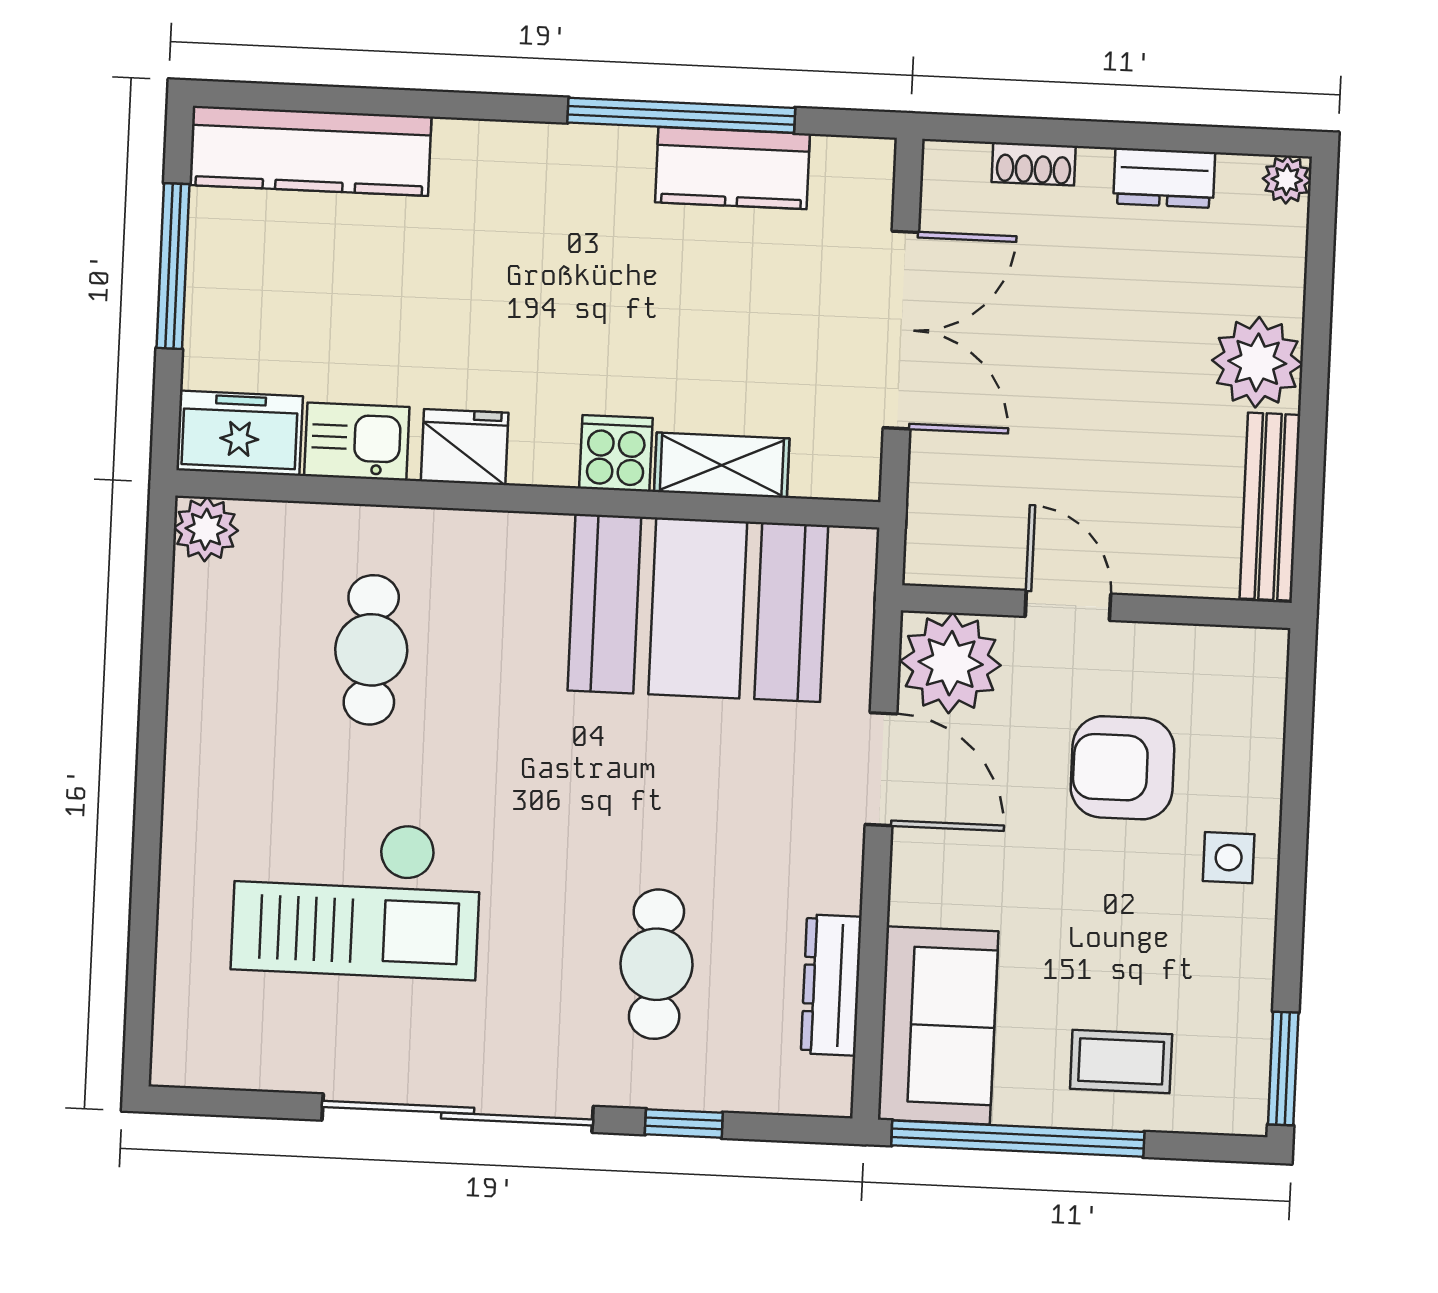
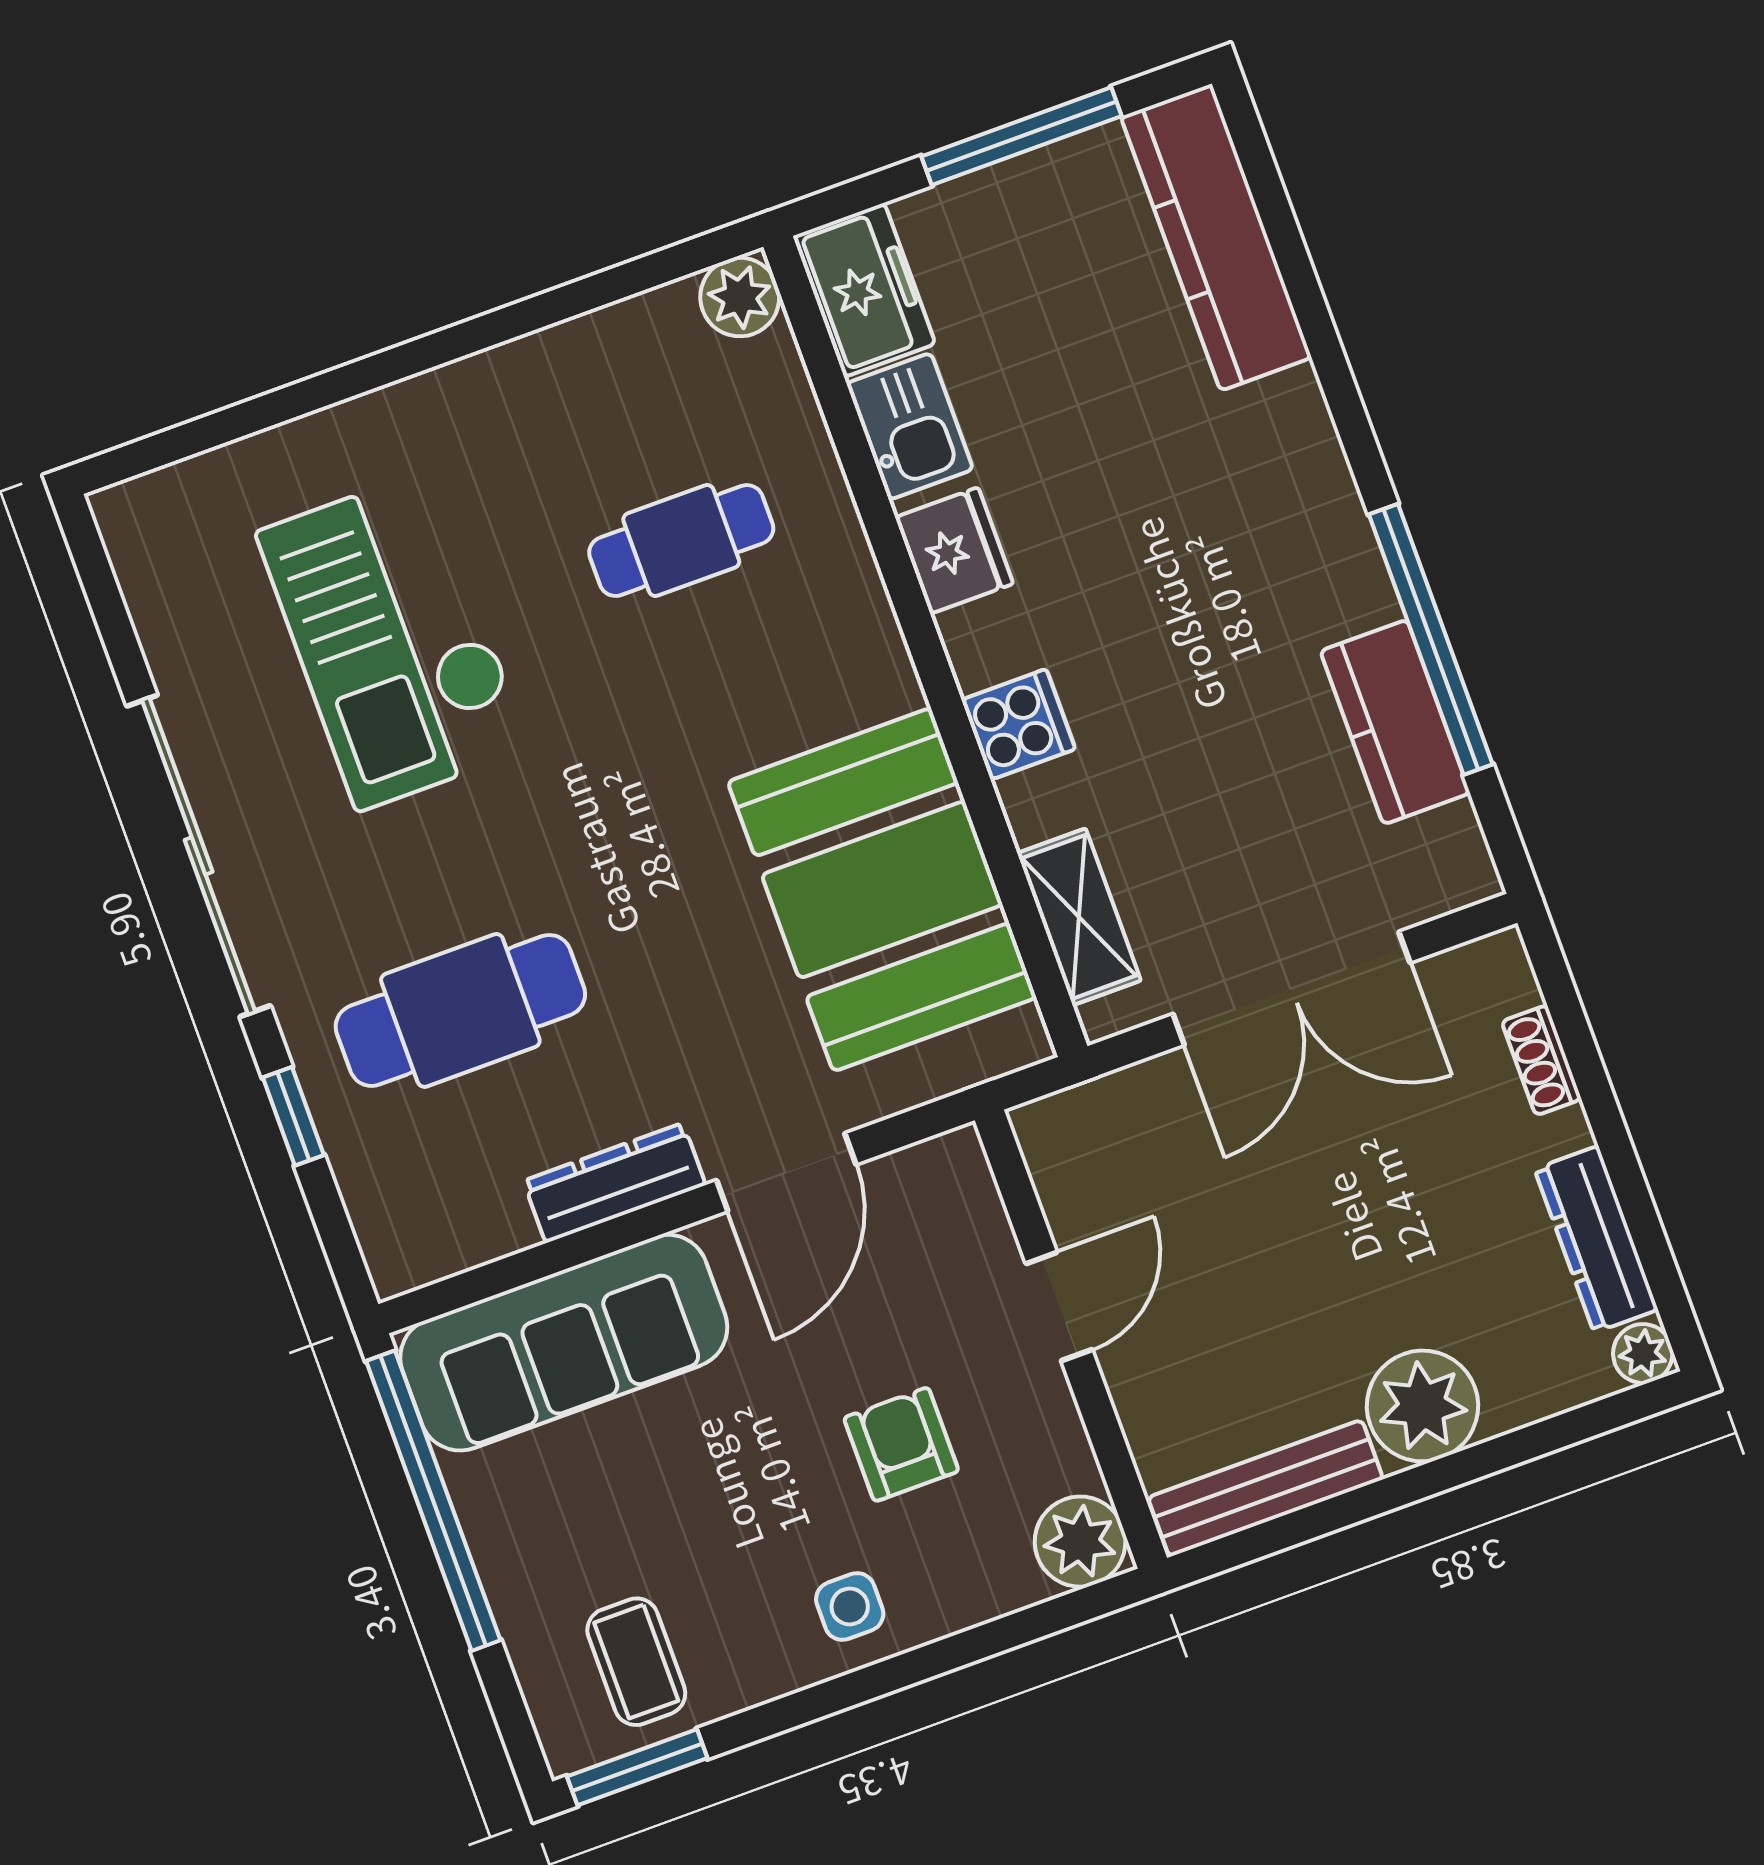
dresser: (1164, 178) -> (1596, 1239), width x1.44
shelving: (722, 465) -> (1079, 917), moved
plant: (951, 663) -> (1080, 1542), moved, width x0.73, depth x0.73
armchair: (1122, 768) -> (901, 1444), width x0.72, depth x0.72
cafe table: (656, 964) -> (460, 1010), width x1.37, depth x1.35
dresser: (831, 985) -> (614, 1183), moved
sofa: (938, 1025) -> (564, 1343), width x1.36
coffee table: (1121, 1061) -> (636, 1662), moved

